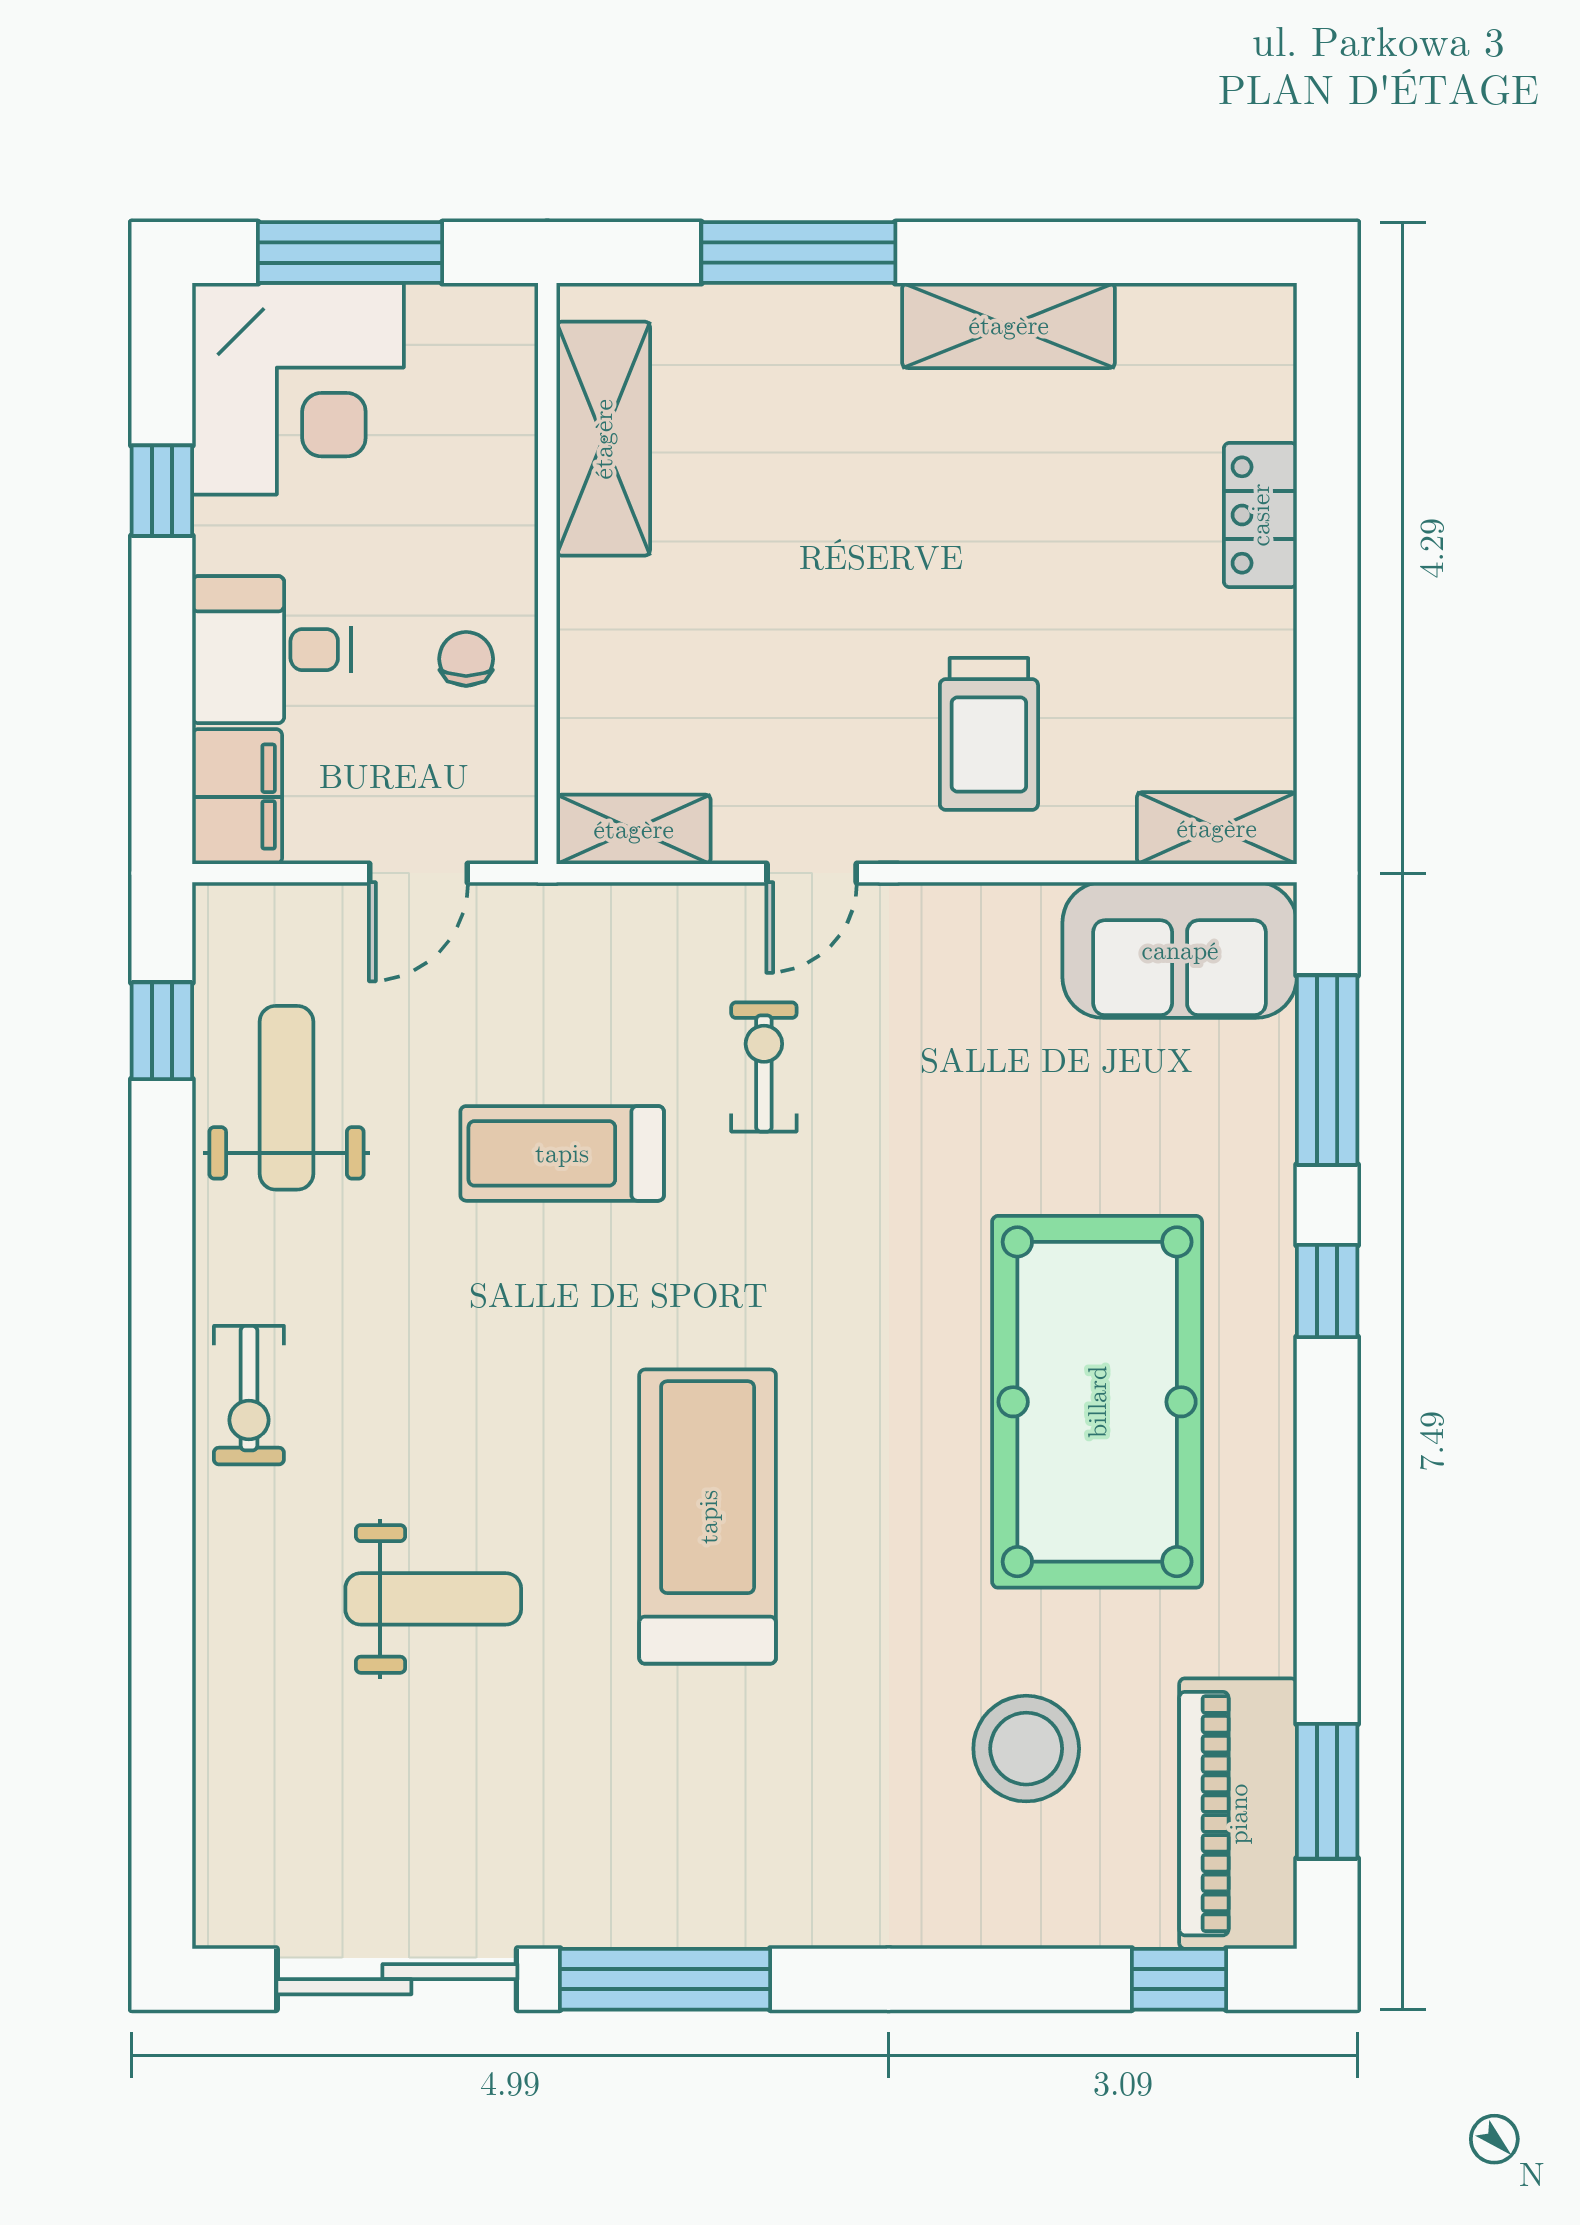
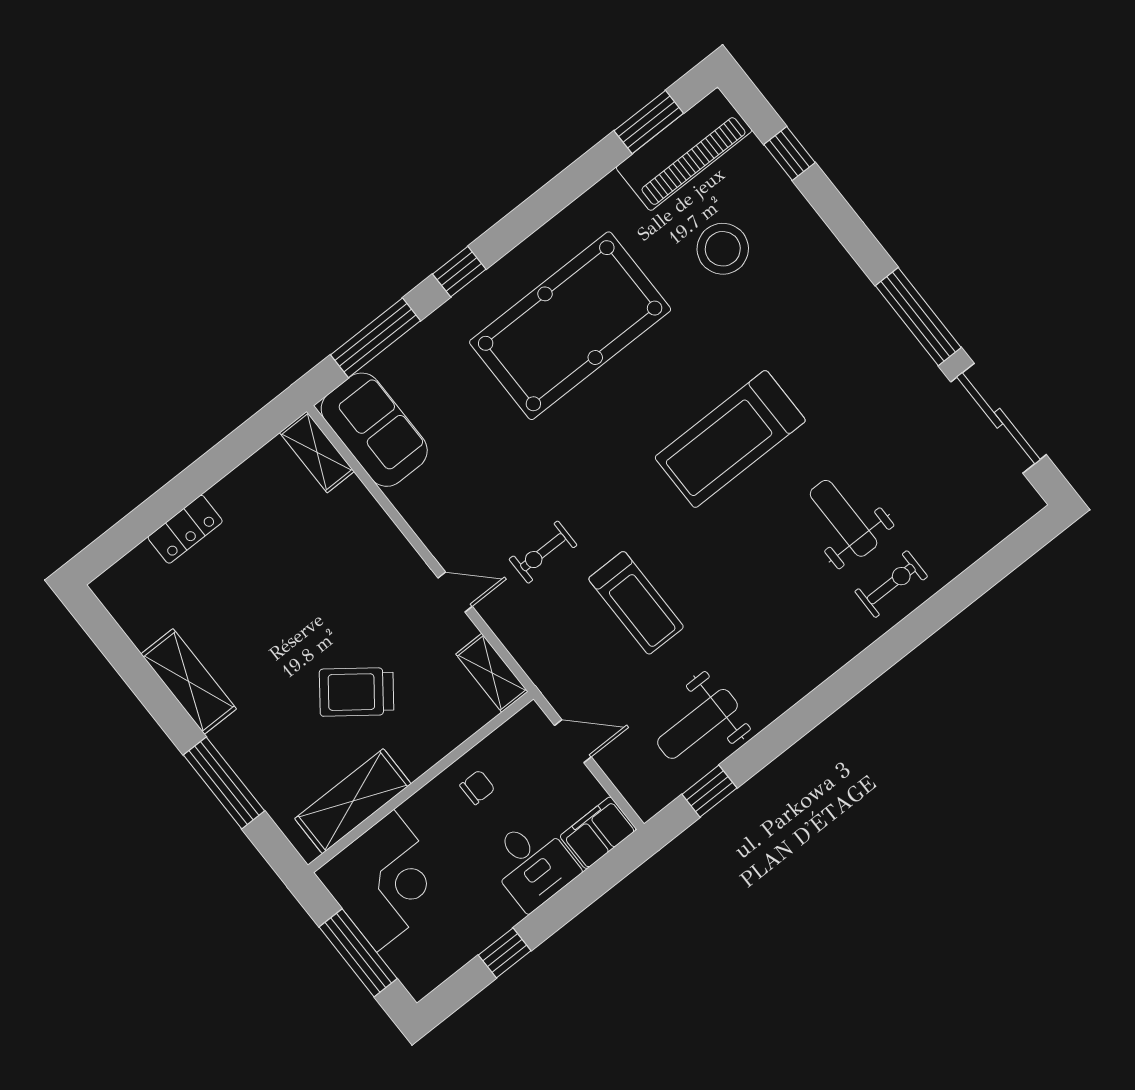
corner desk: (298, 389) -> (385, 881), moved, turned 90
chair: (466, 659) -> (477, 787), turned 180
trolley: (989, 734) -> (356, 692), moved, turned -143
exercise bike: (249, 1395) -> (891, 584), moved
window: (1179, 1979) -> (789, 153), moved

